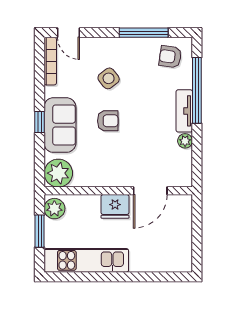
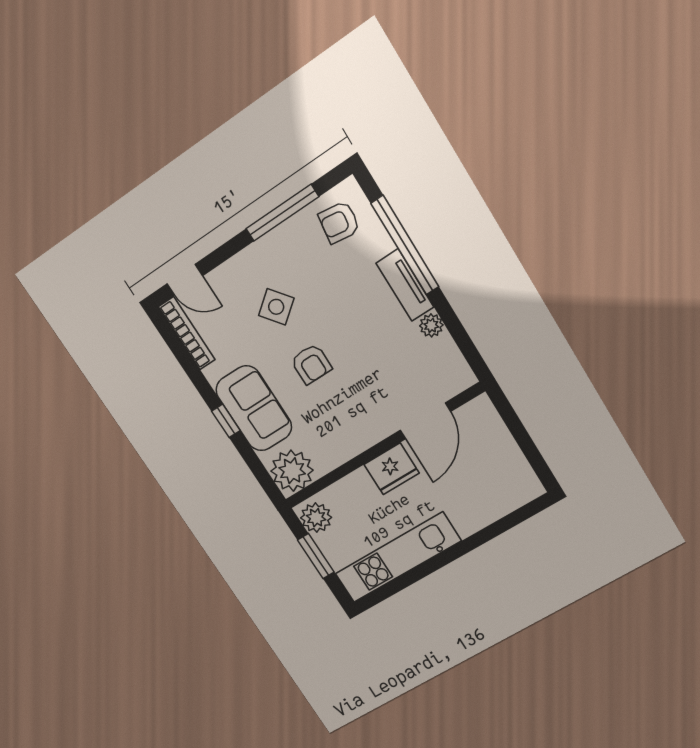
armchair: (108, 121) -> (311, 364), turned 90

